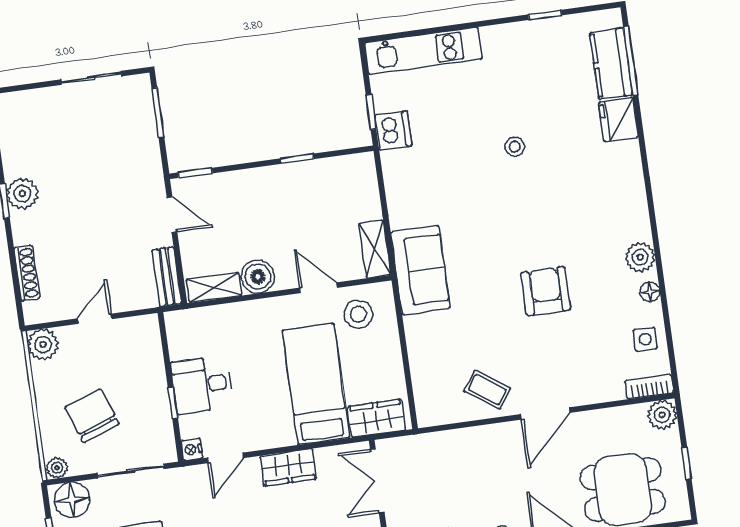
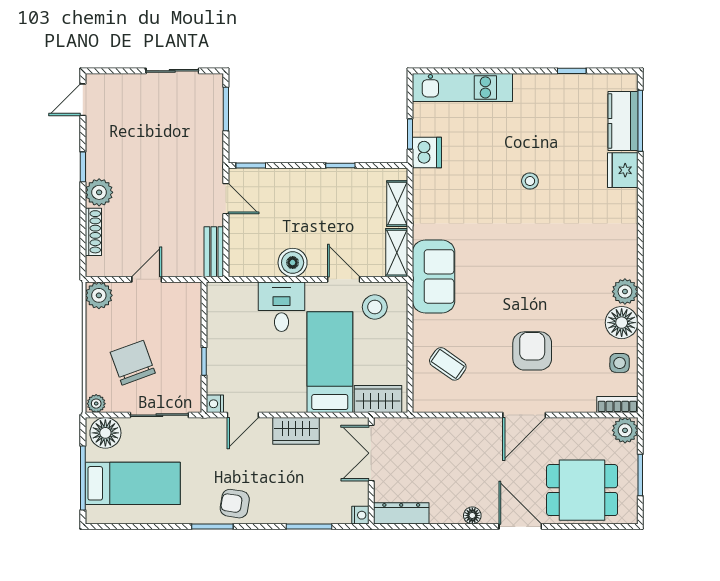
plant: (22, 194) -> (99, 192), moved
shelving: (214, 287) -> (397, 204), moved, turned 90
armchair: (546, 291) -> (532, 351), moved
floor lamp: (650, 292) -> (622, 323), width x1.89, depth x1.89
desk: (202, 385) -> (281, 307), moved, turned 90
coffee table: (487, 390) -> (448, 364), moved
window: (686, 463) -> (640, 475), width x1.50

